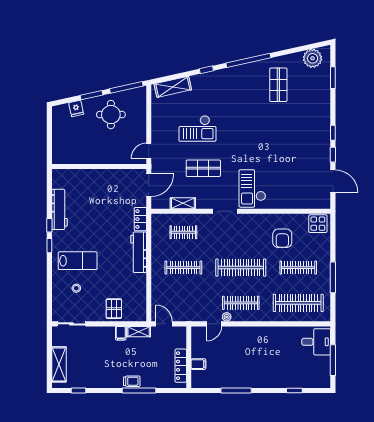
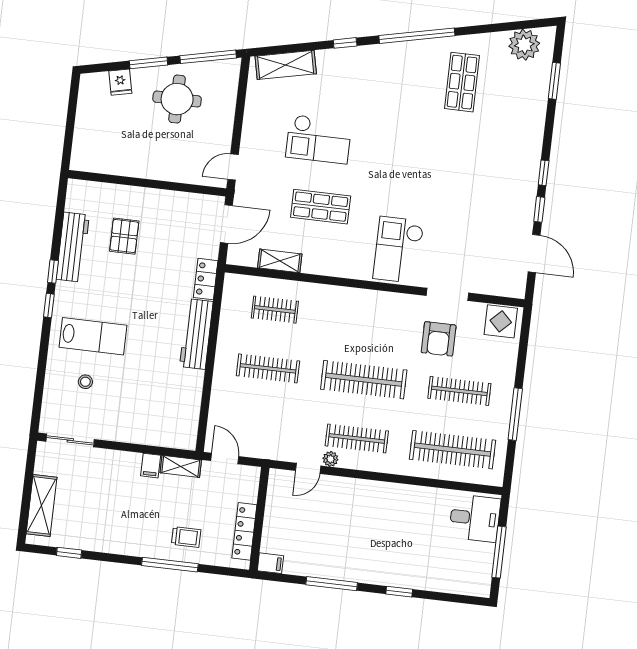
doorway: (225, 211) -> (447, 294), moved
pallet: (114, 309) -> (124, 236), moved
filing cabinet: (198, 364) -> (270, 563), moved
trolley: (132, 381) -> (186, 537), moved
window: (294, 391) -> (399, 592), moved

